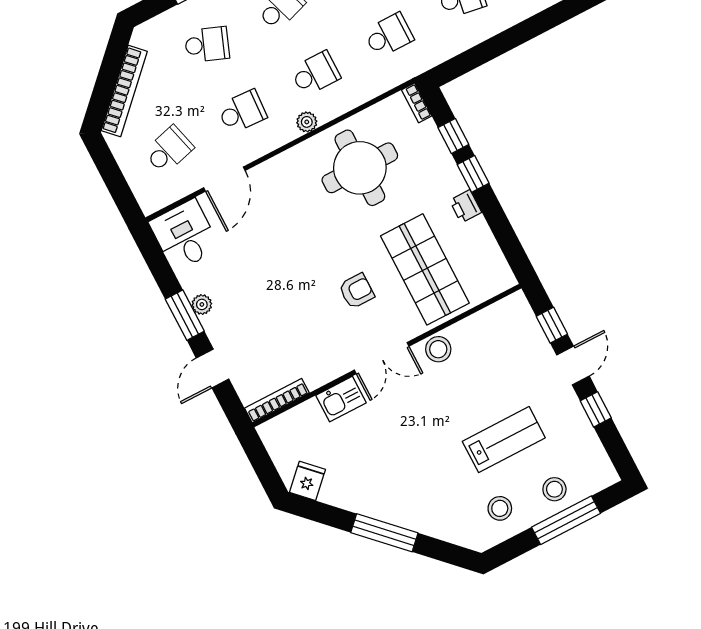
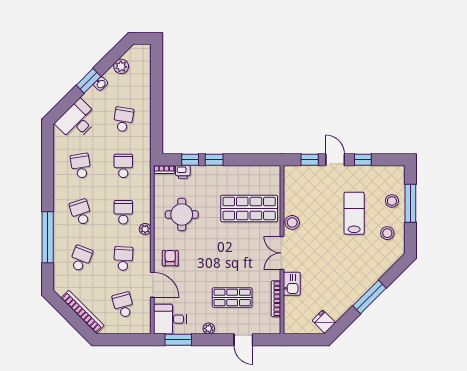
round table: (360, 168) -> (182, 215), width x0.73, depth x0.73
printer: (466, 206) -> (183, 172), moved
armchair: (357, 291) -> (170, 258), moved
window: (185, 315) -> (178, 340), moved
shop shelf: (270, 316) -> (232, 297), added
double door: (382, 358) -> (282, 253), swing flipped
bookcase: (277, 401) -> (276, 299), moved

